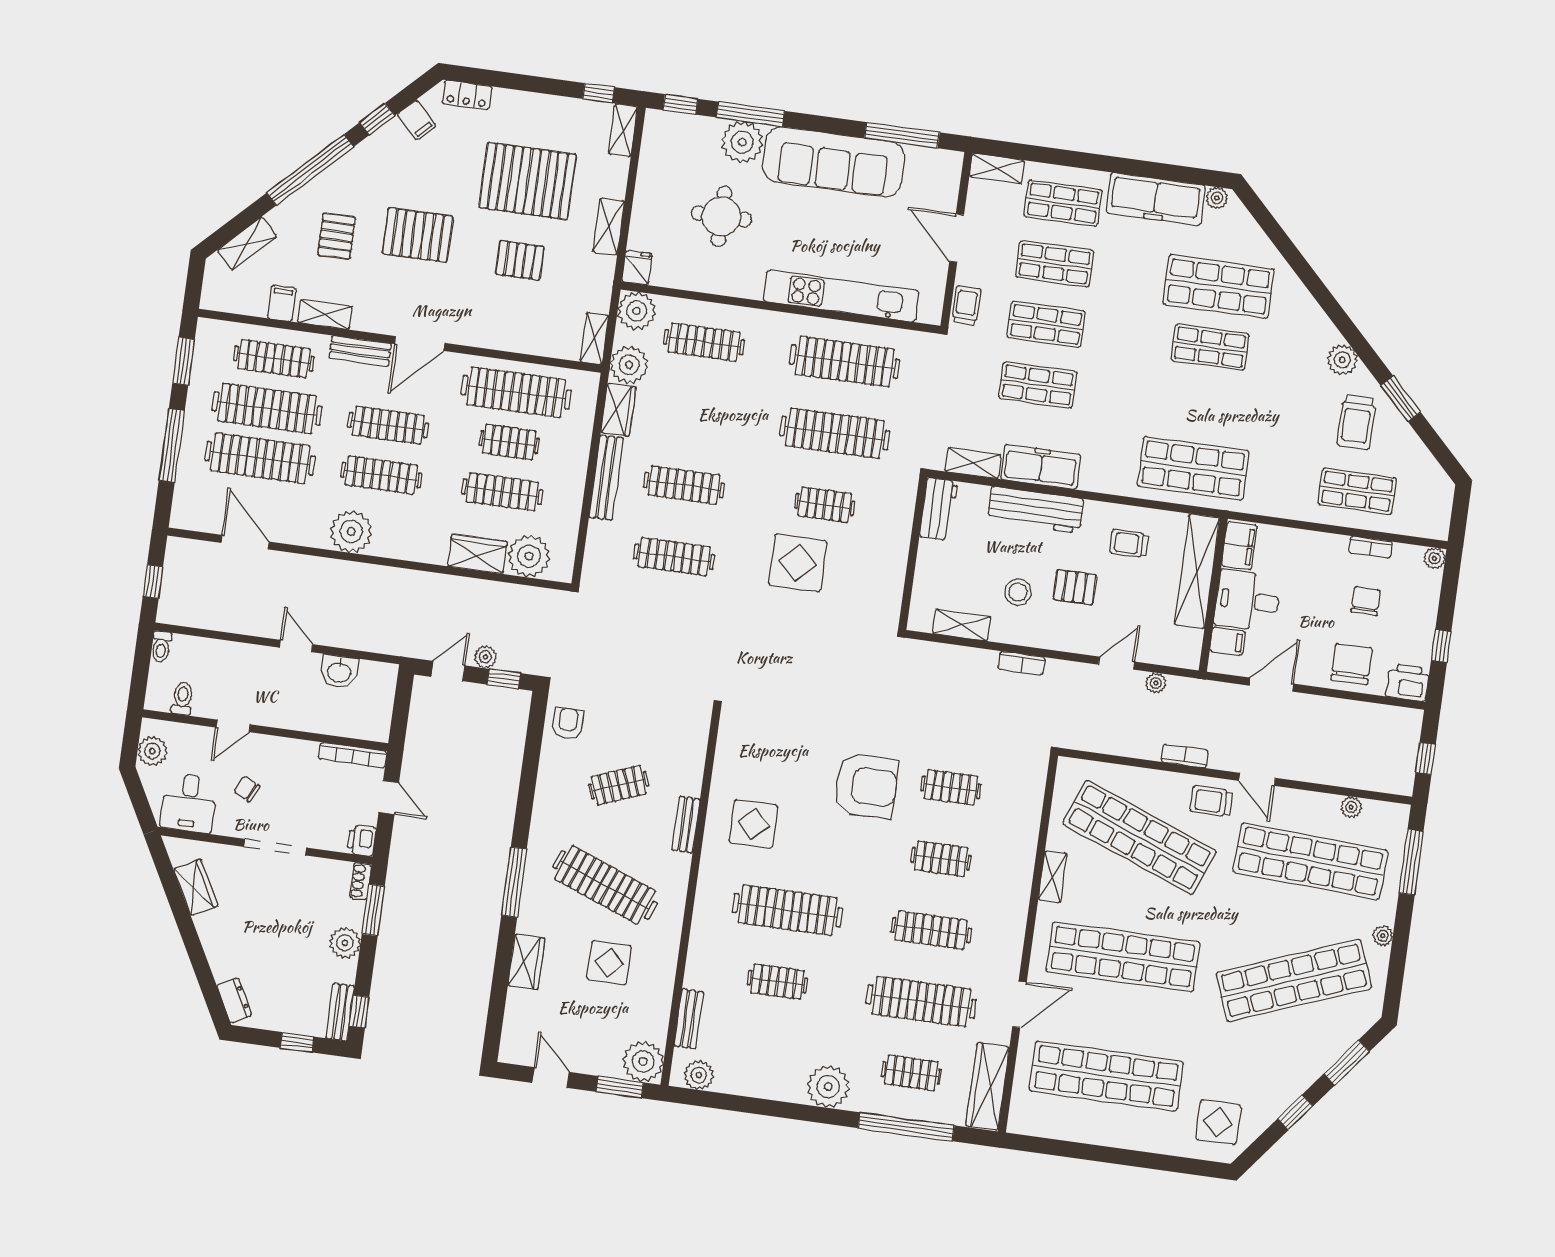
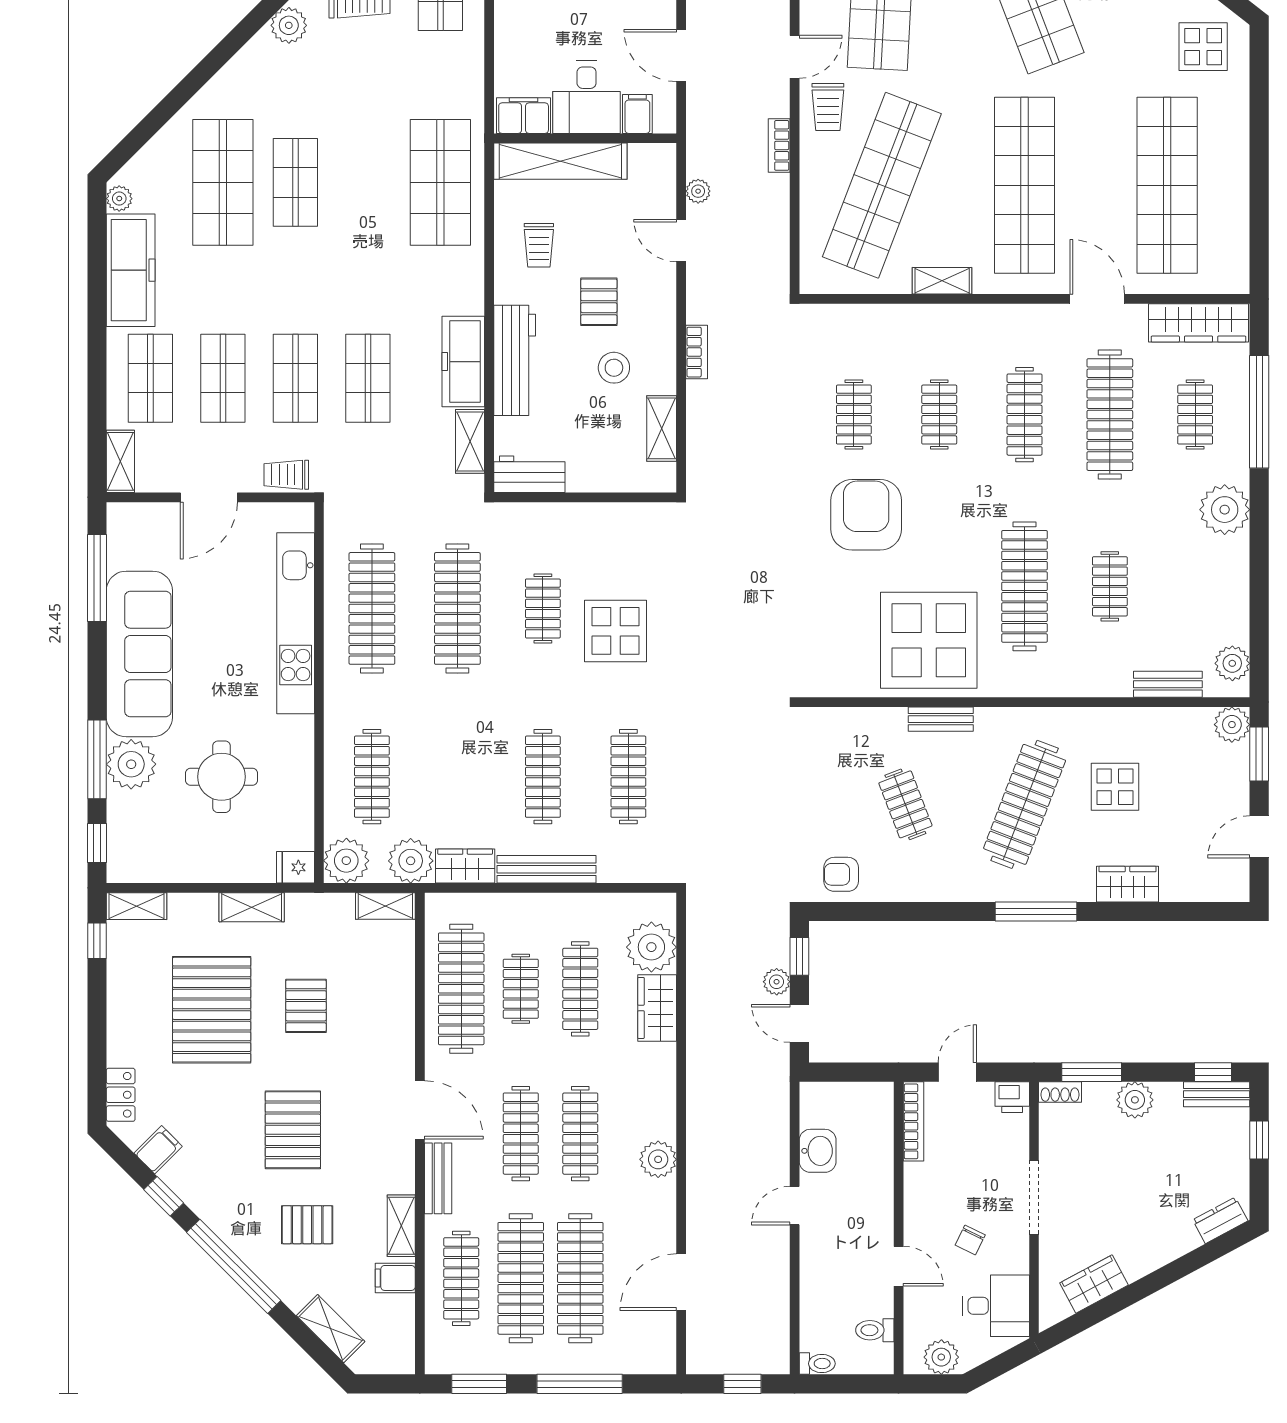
plant: (351, 532) -> (658, 1159), width x0.73, depth x0.73
display table: (753, 824) -> (929, 640), width x1.86, depth x1.86
plant: (643, 1062) -> (1232, 725), width x0.73, depth x0.73

